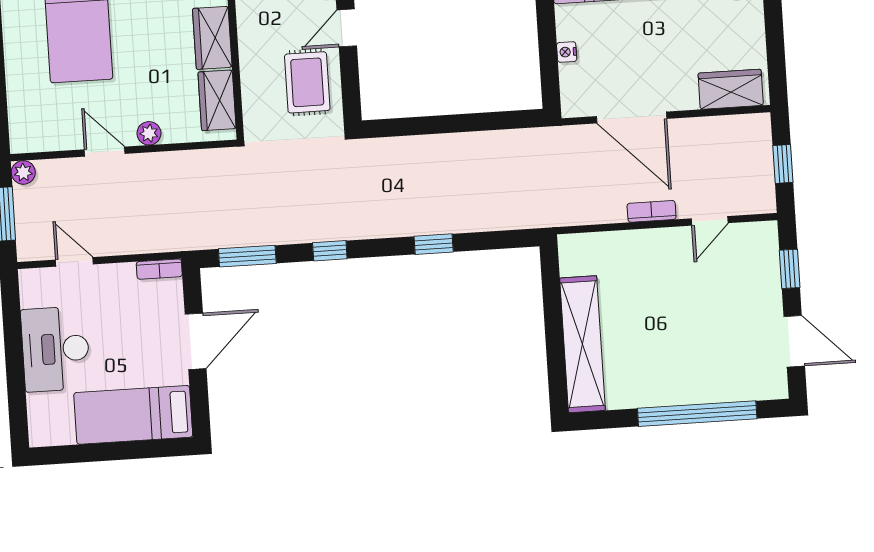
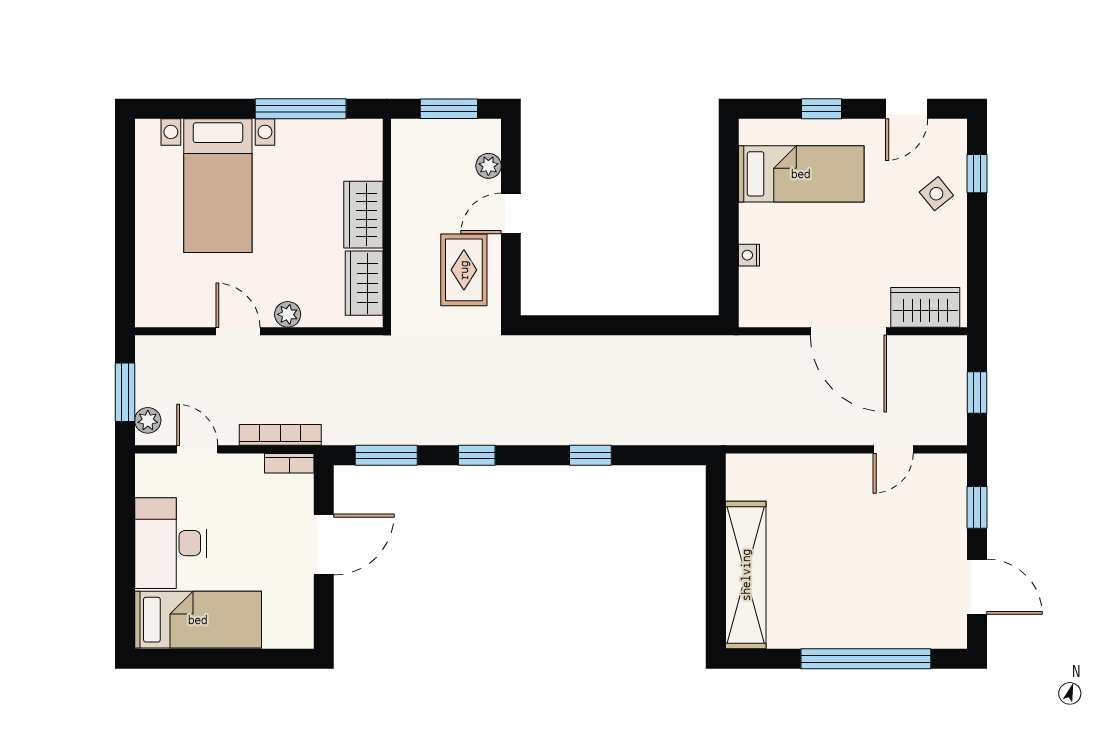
door: (632, 118) -> (848, 331), moved
plant: (23, 172) -> (148, 420), moved
bookcase: (652, 211) -> (280, 435), moved, width x1.56
bed: (133, 415) -> (198, 620), moved, turned 180

